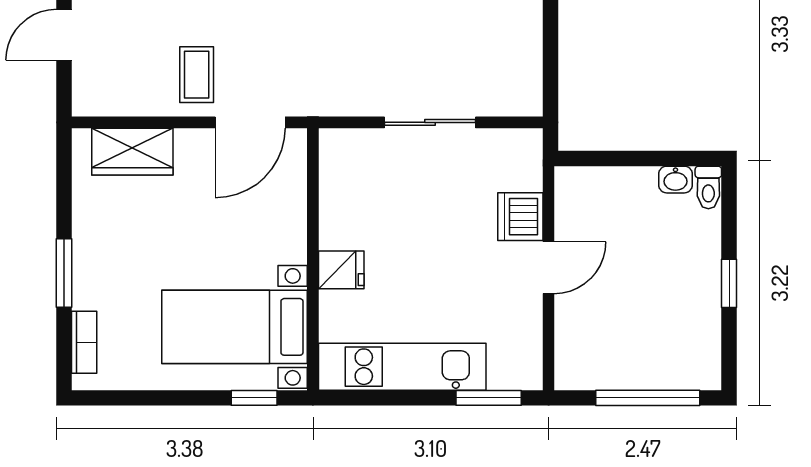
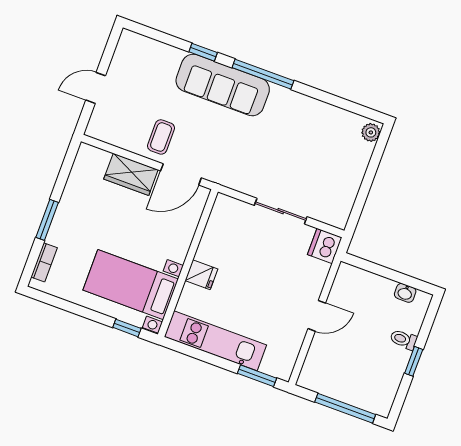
wardrobe: (132, 152) -> (131, 174), moved
toilet: (708, 187) -> (403, 339), moved, turned 90
dishwasher: (520, 217) -> (325, 246), moved

